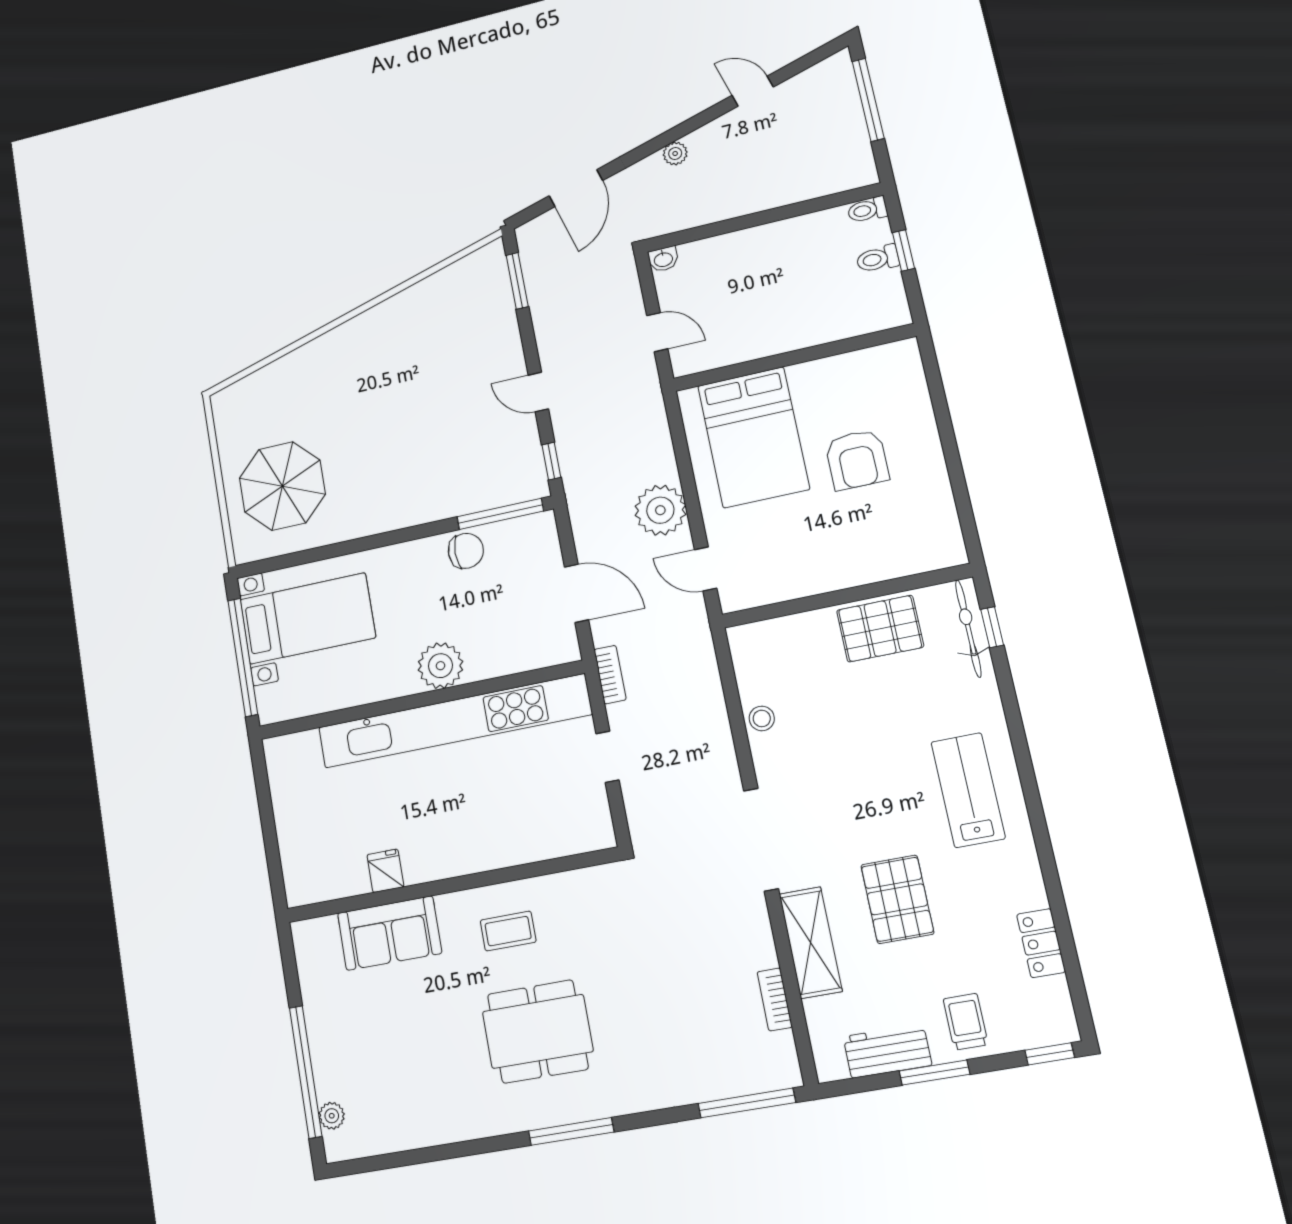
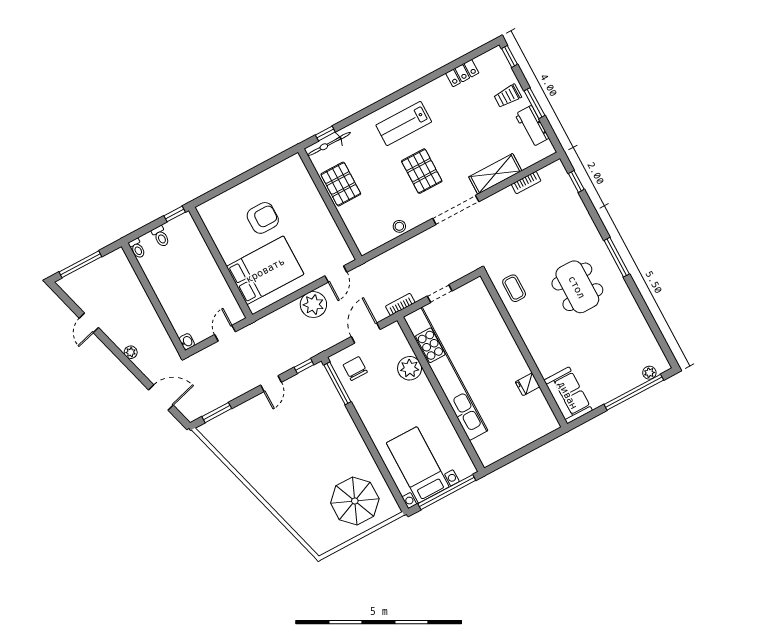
window: (903, 250) -> (175, 214), moved
chair: (466, 551) -> (355, 369), moved
plant: (440, 666) -> (410, 368), moved
pallet: (897, 899) -> (422, 171), moved, turned 90
coffee table: (508, 931) -> (514, 288), moved
sofa: (389, 933) -> (568, 395), moved
window: (747, 1103) -> (576, 181), width x0.46

